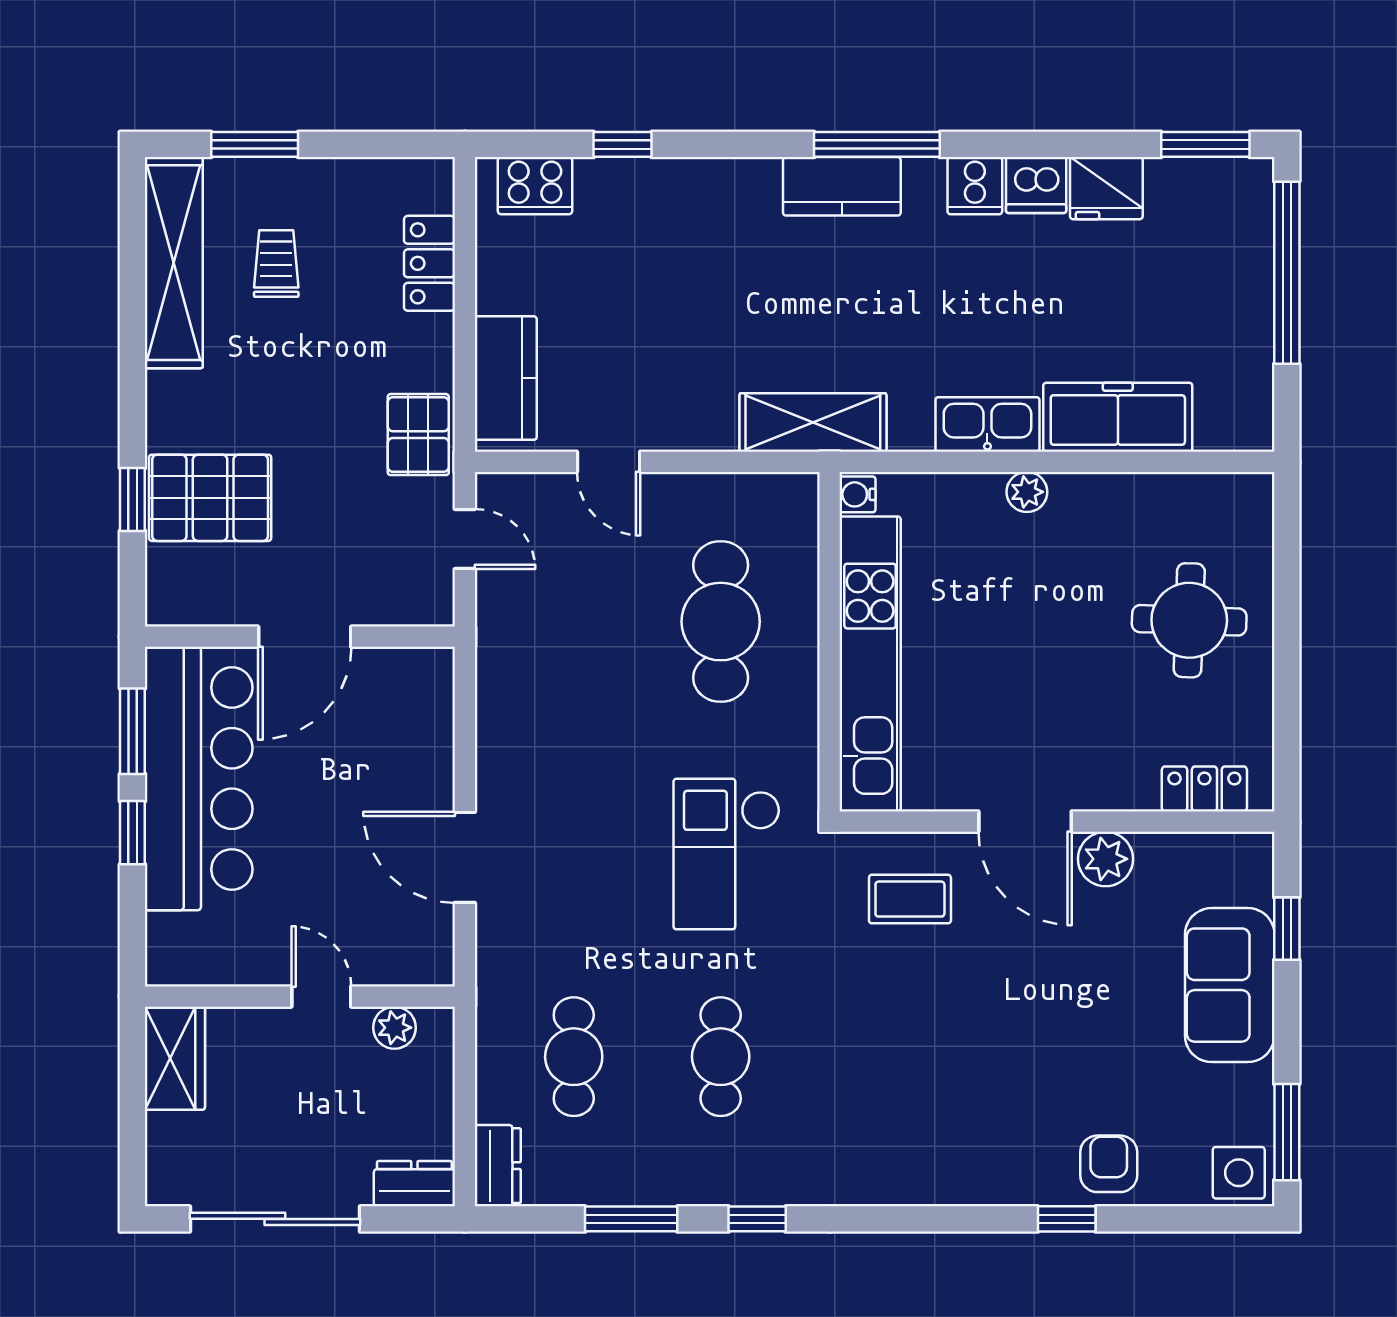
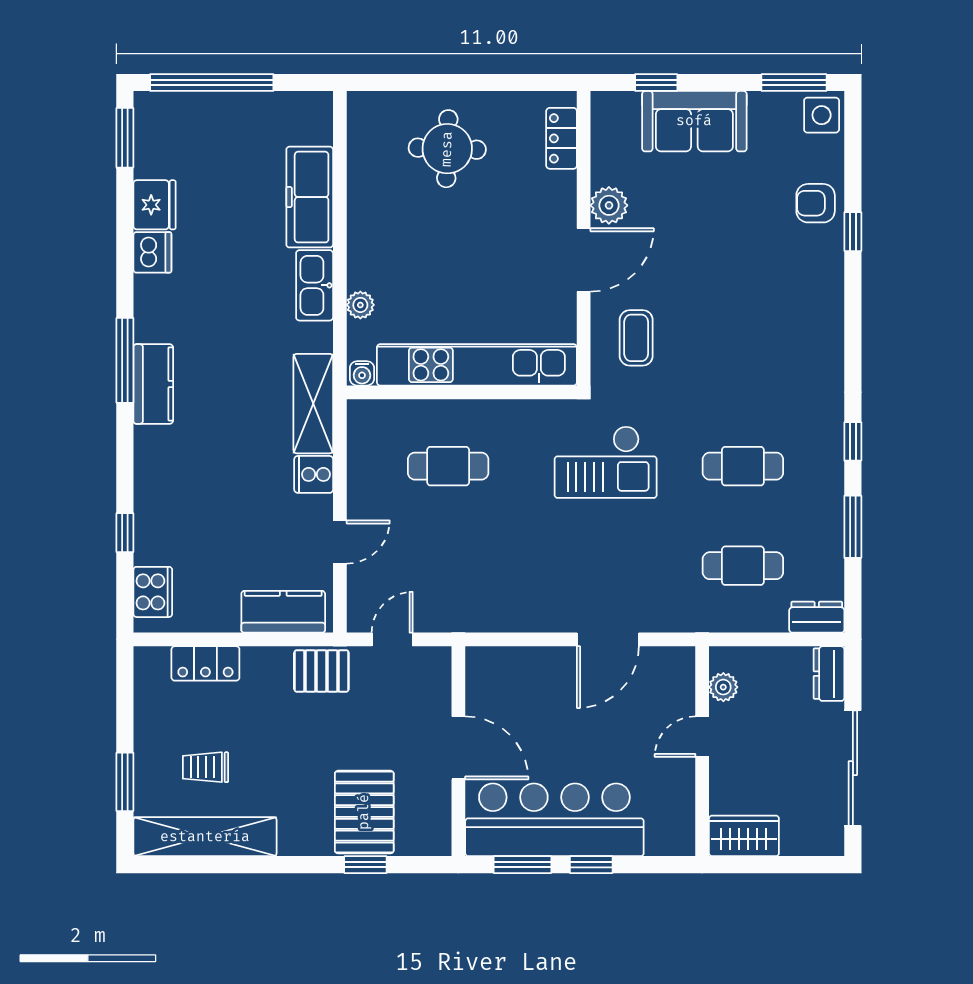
cooker: (975, 186) -> (314, 474), moved, turned 180
plant: (1027, 492) -> (360, 305), moved
cafe table: (721, 622) -> (448, 466), width x0.73, depth x0.74

